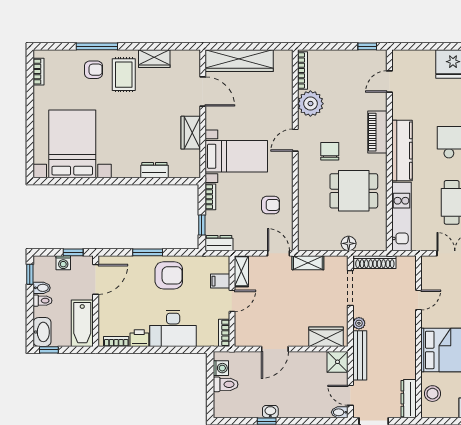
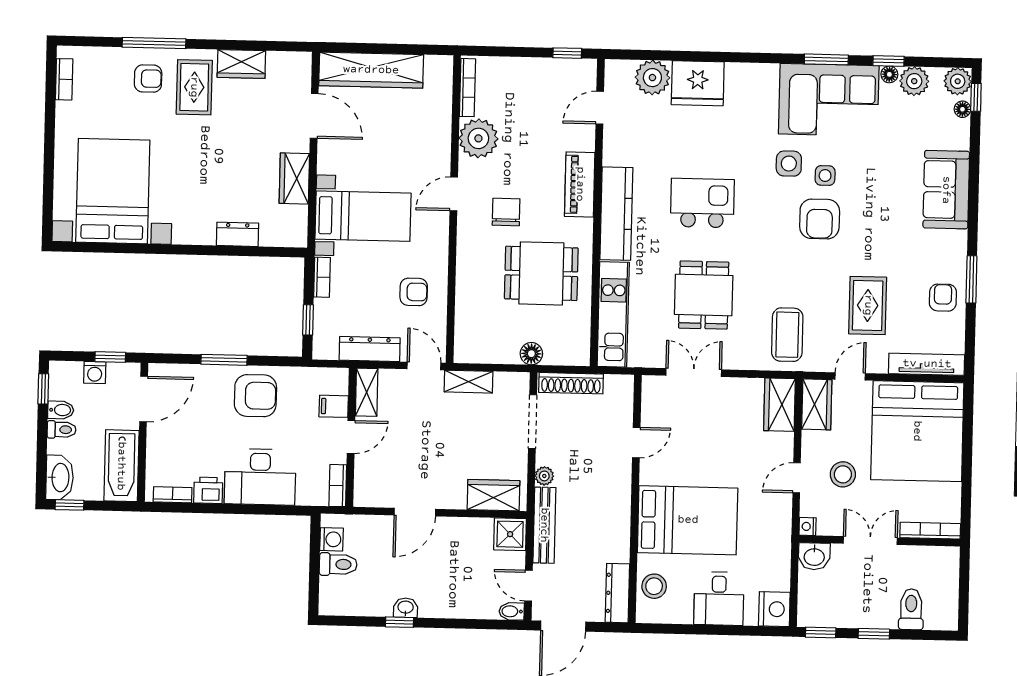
plant: (423, 61) -> (652, 78), added
dresser: (219, 243) -> (370, 349), moved, width x1.44

